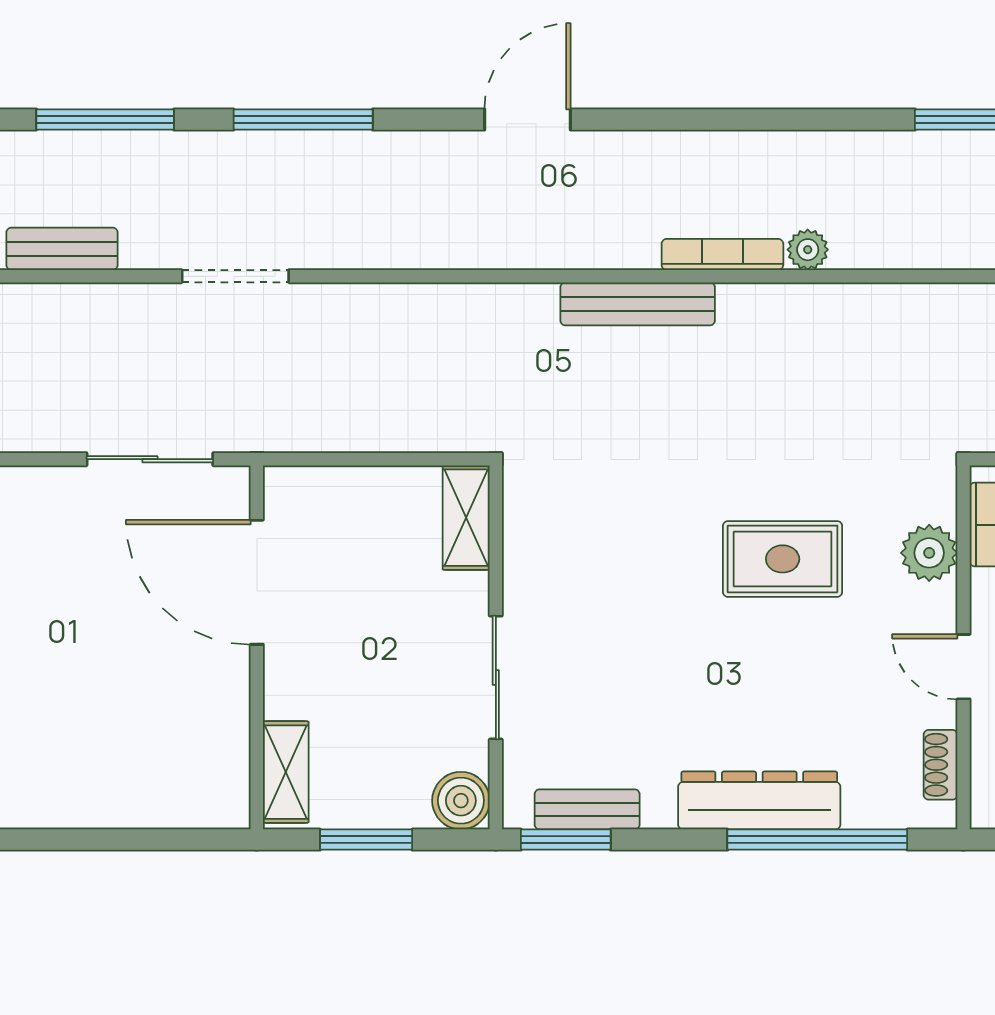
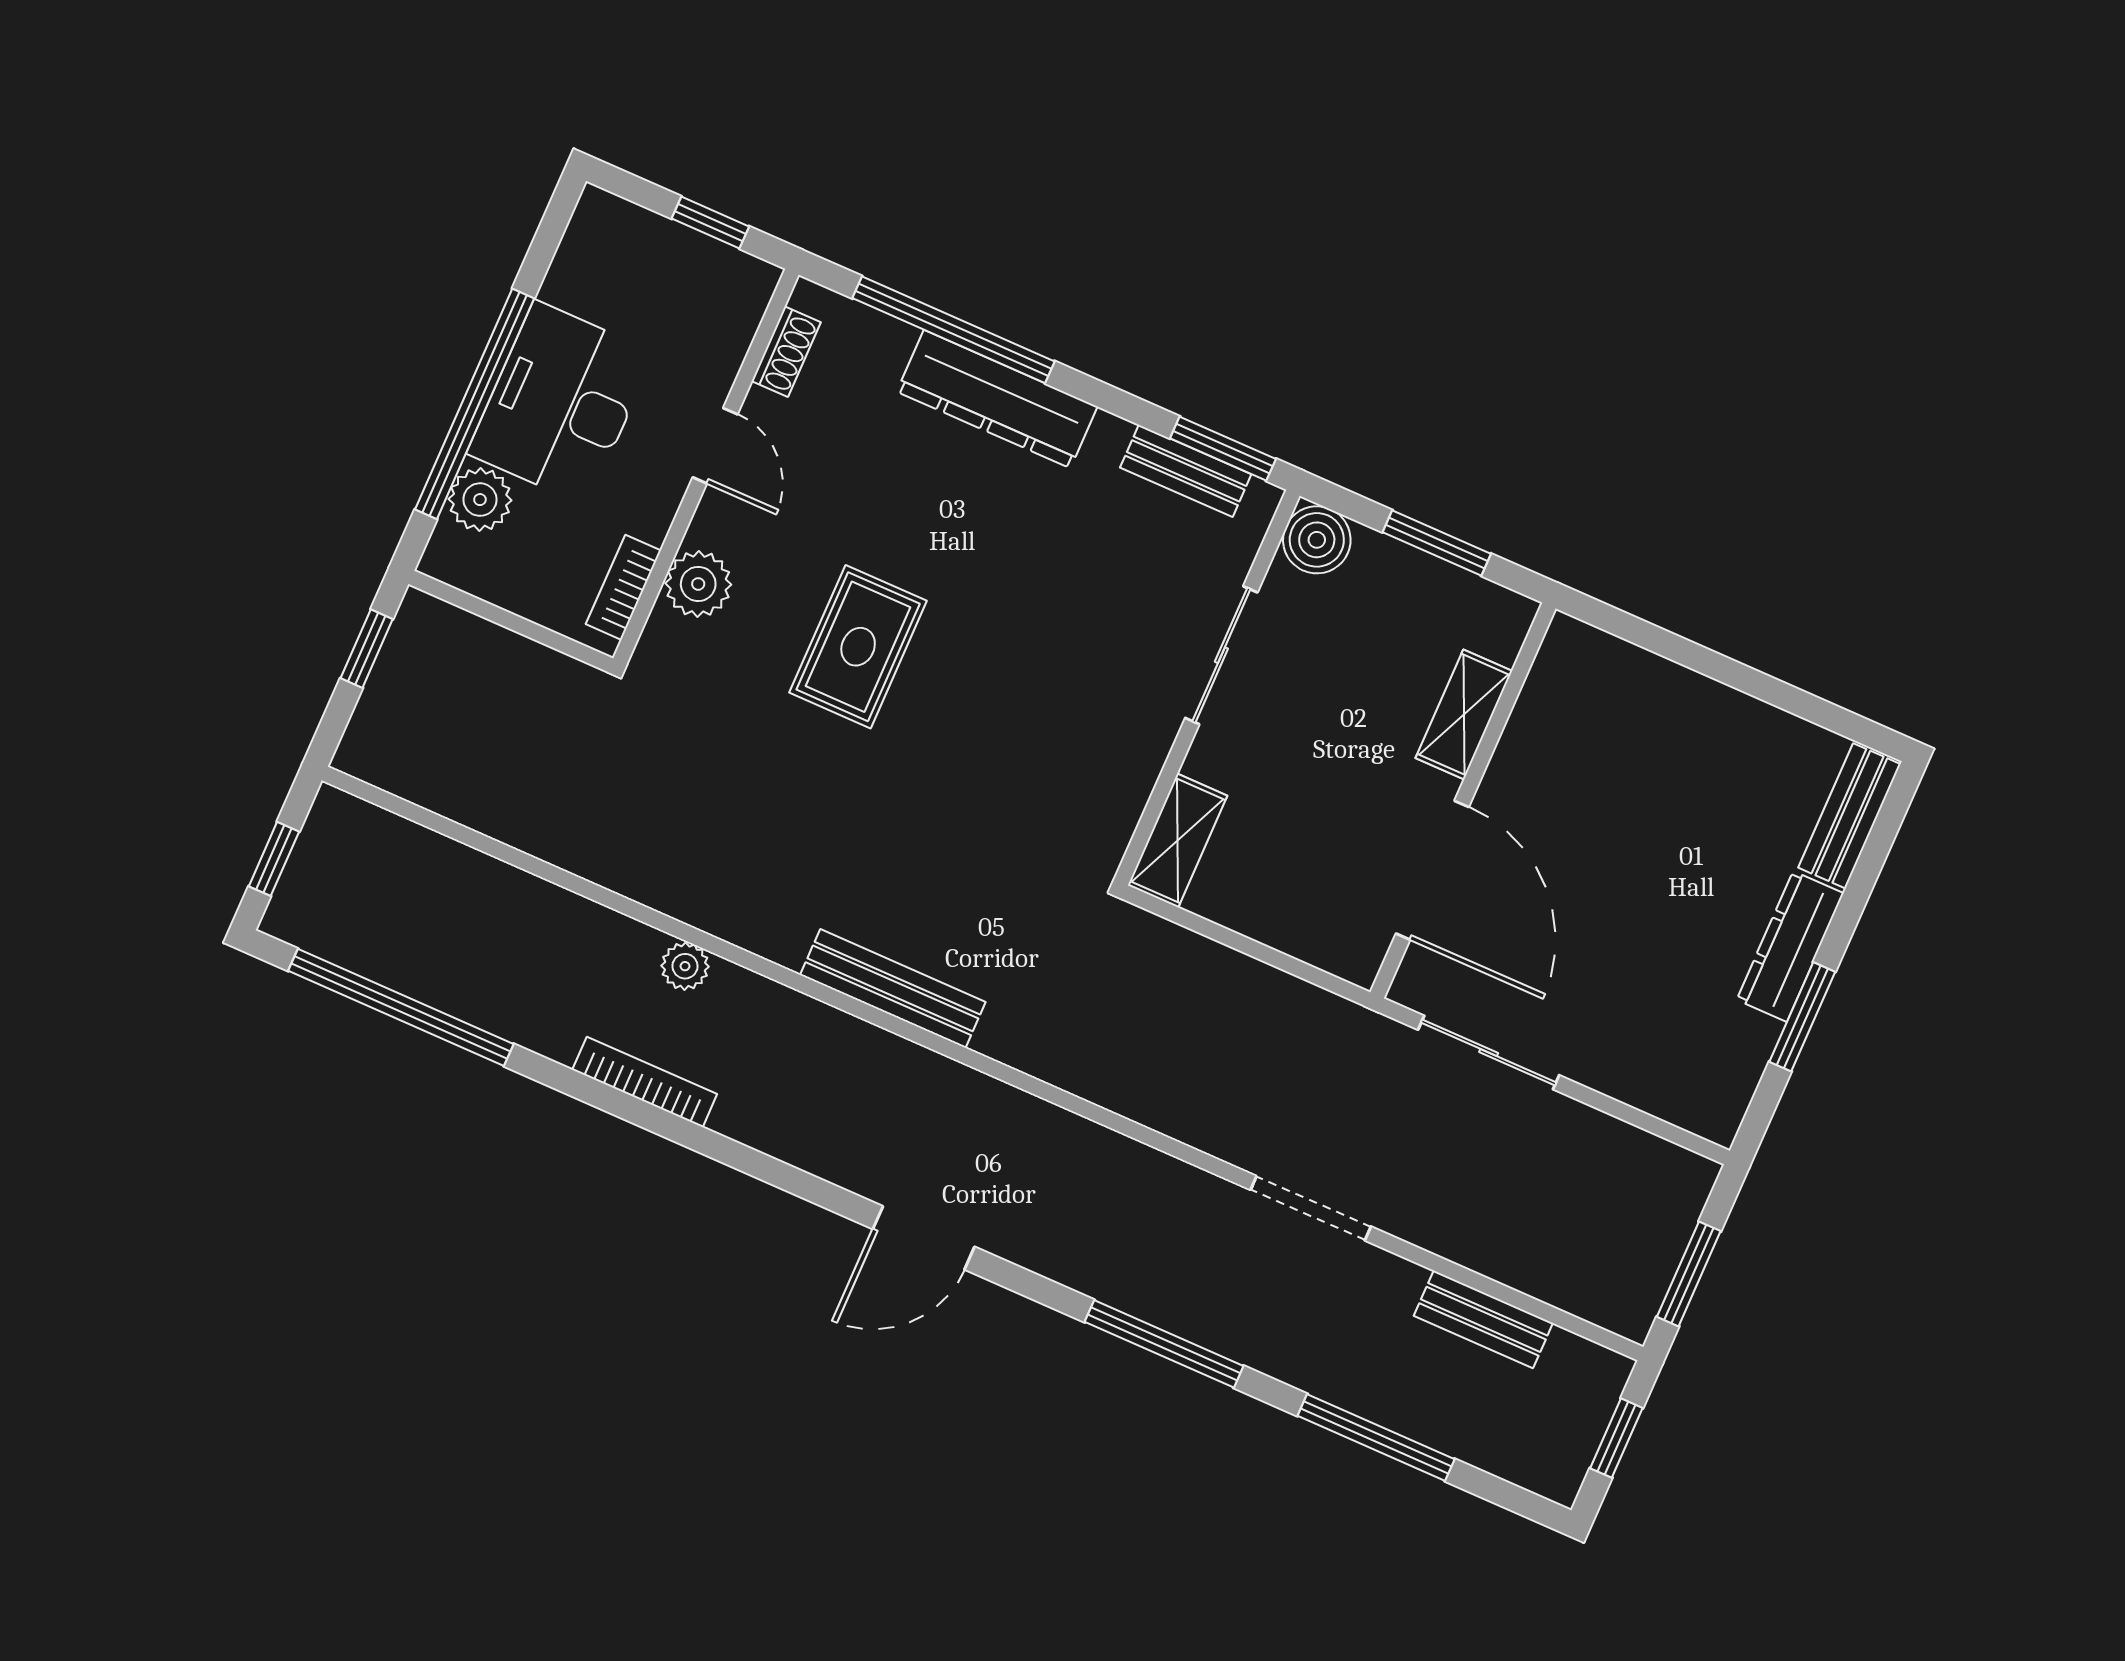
bookcase: (722, 254) -> (645, 1082), moved, turned 180
rug: (783, 559) -> (858, 647), turned 90
shelving: (286, 772) -> (1464, 715), moved

